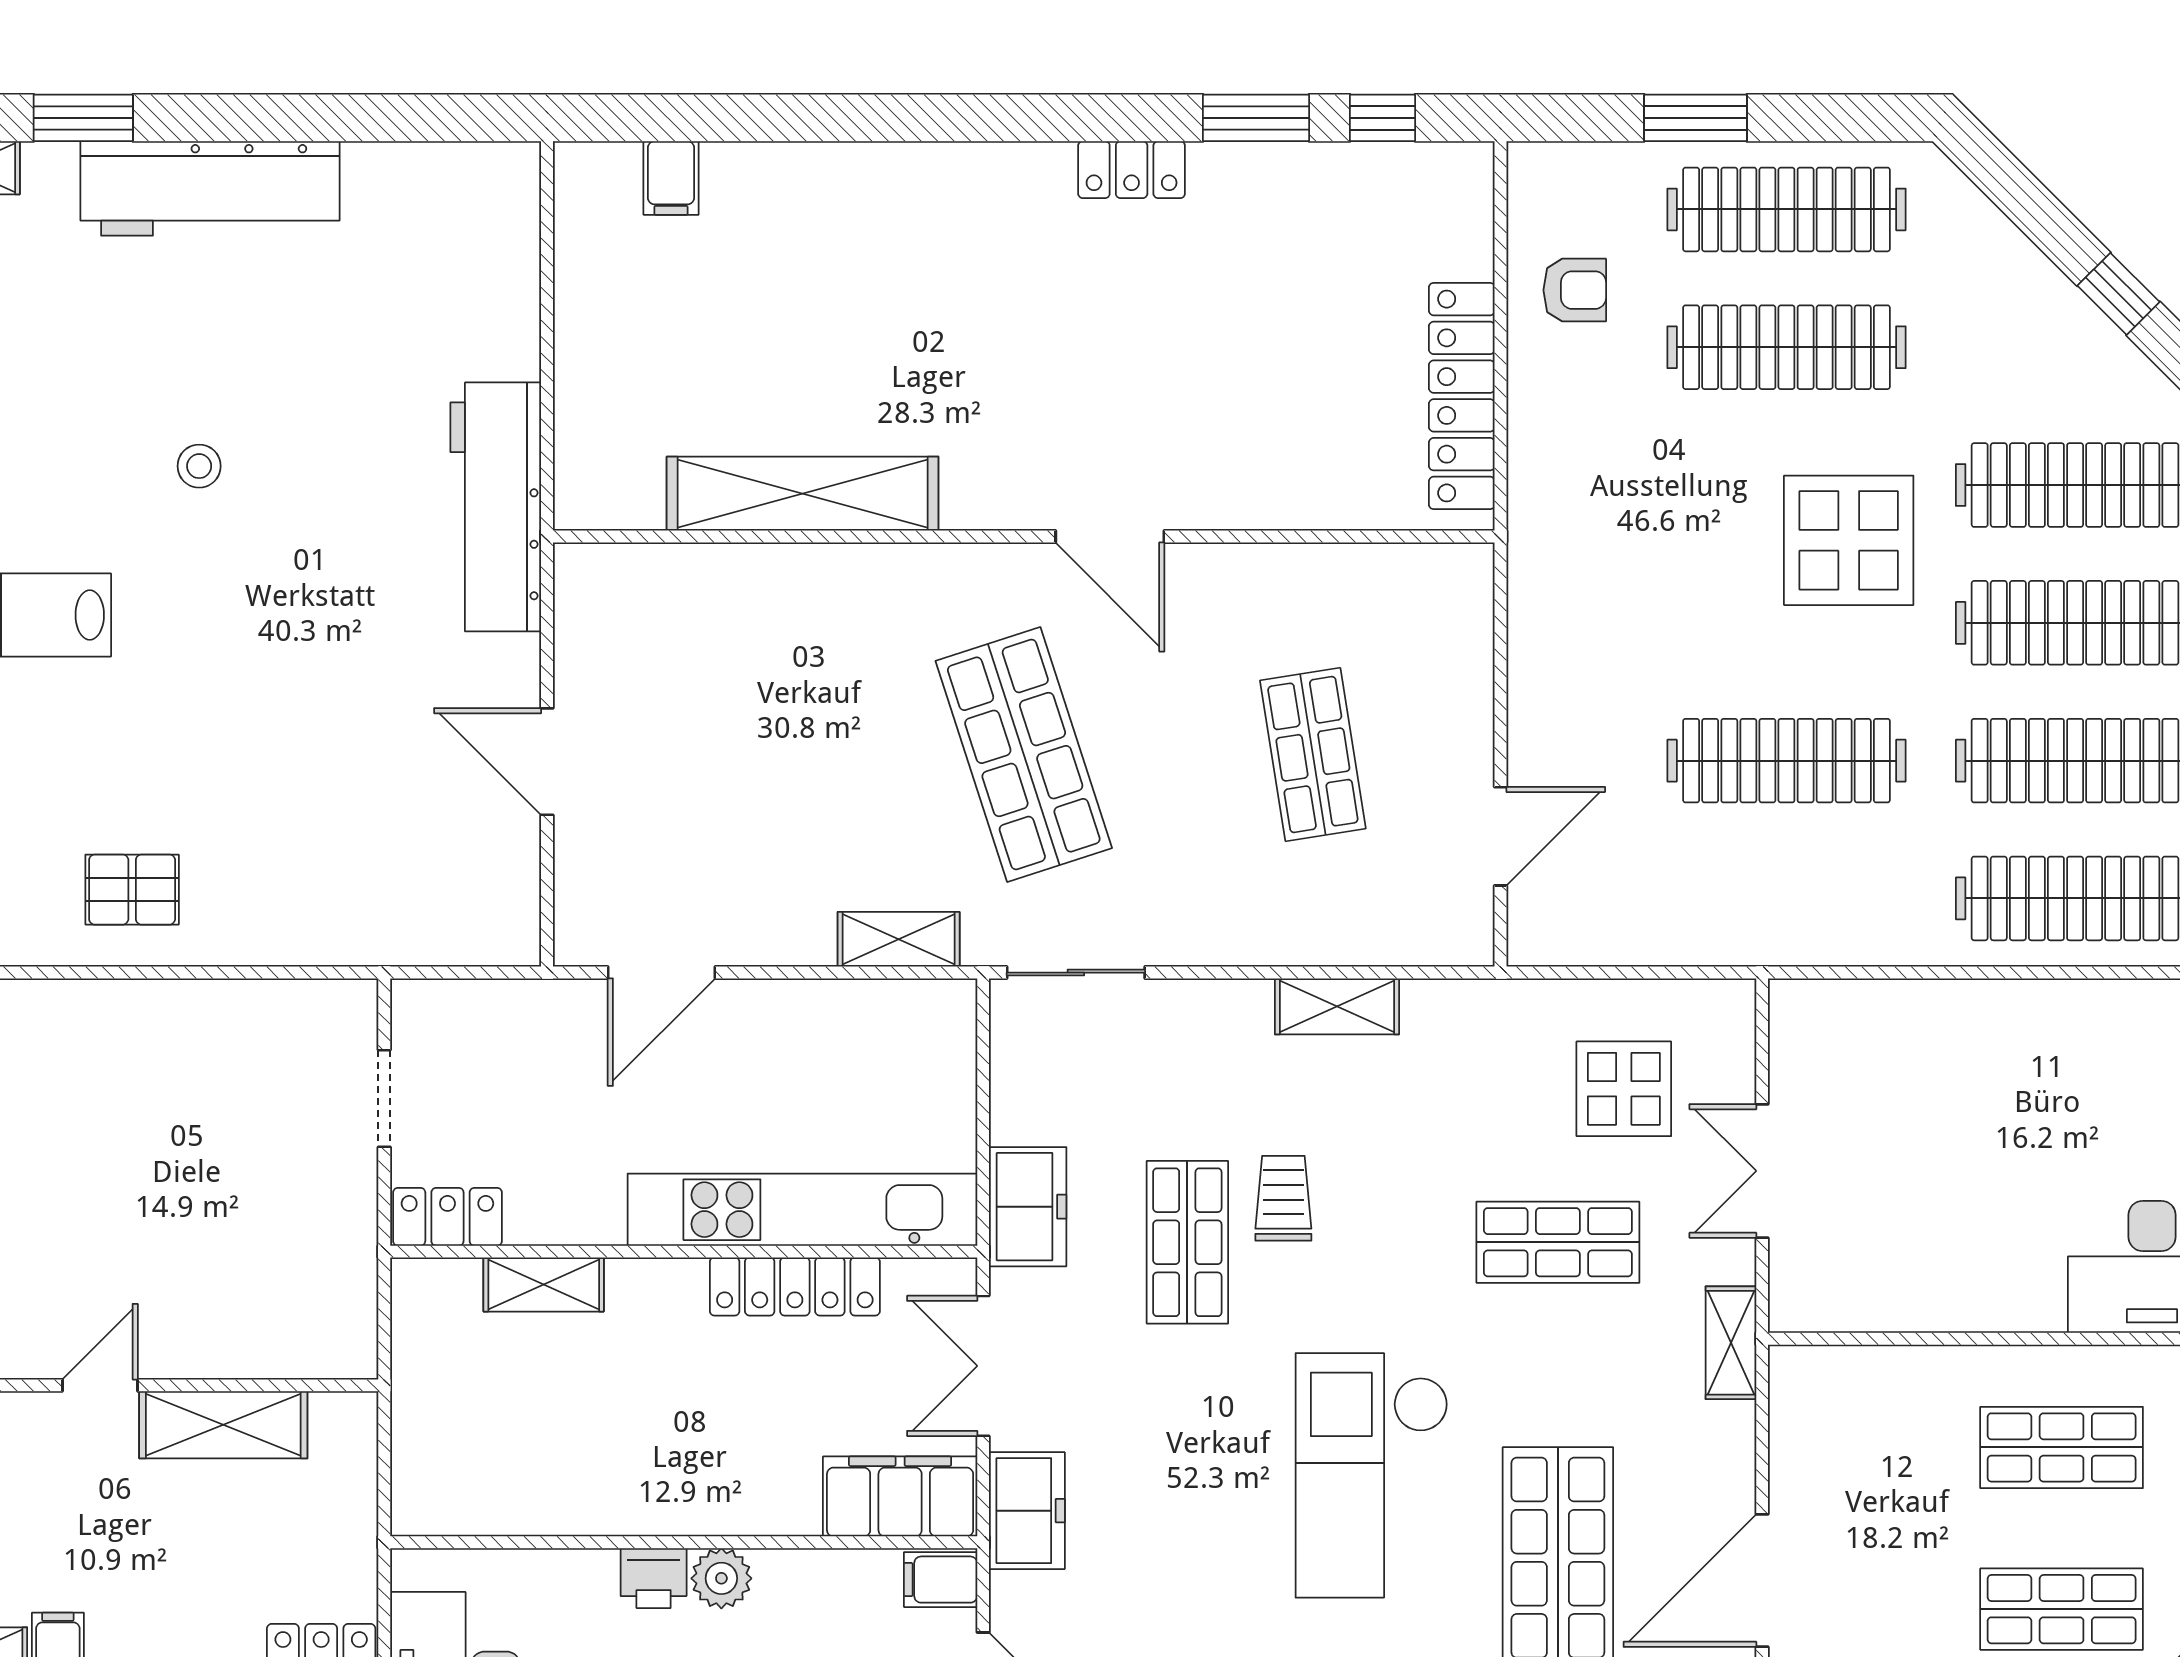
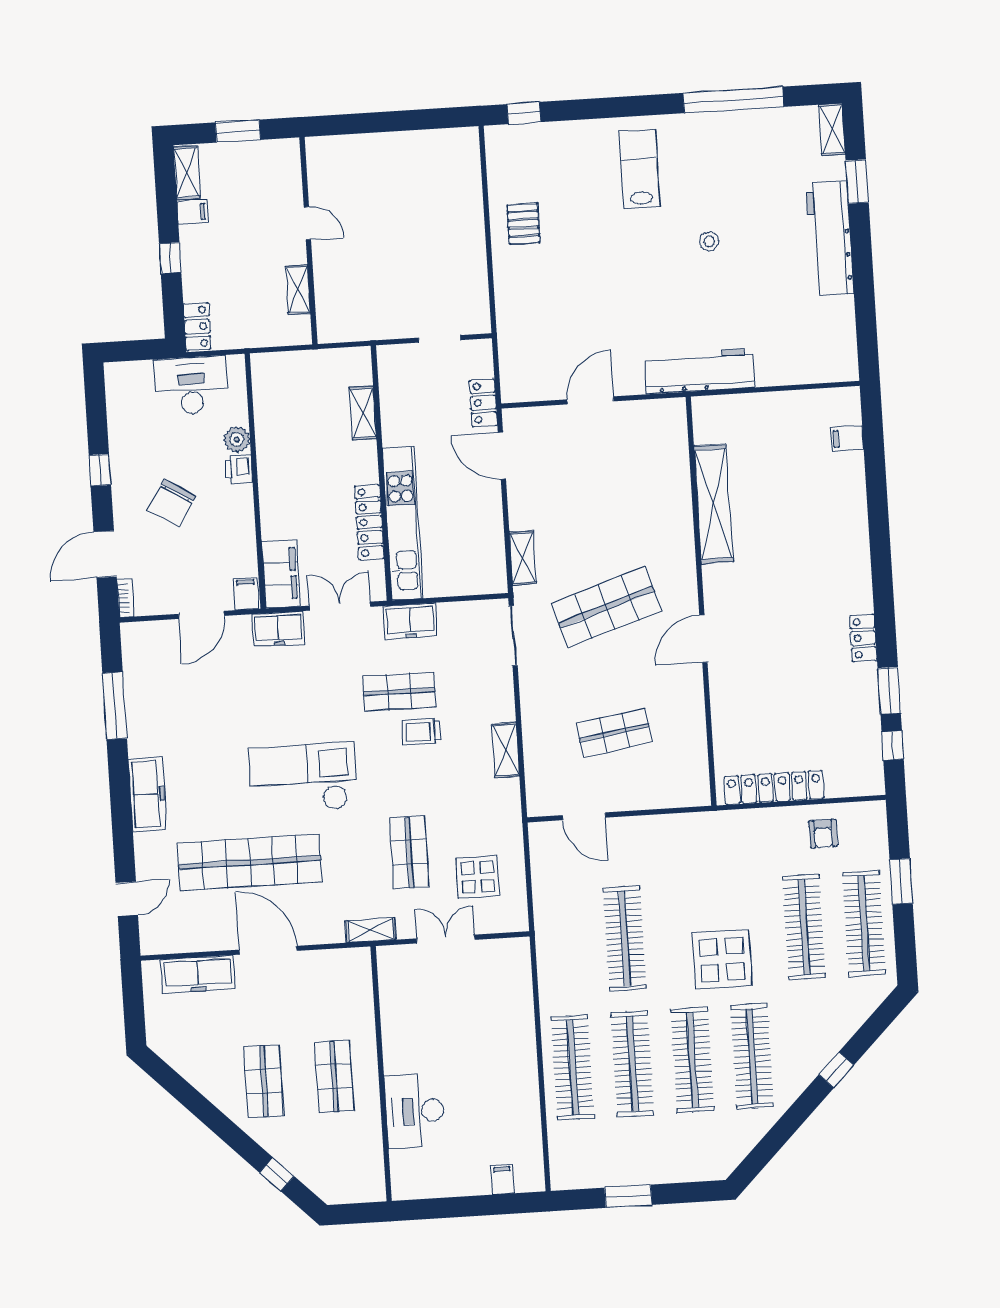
trolley: (1283, 1198) -> (421, 732), turned 180
locker: (447, 1217) -> (483, 403), moved, turned 180
shelving: (223, 1425) -> (298, 290), width x0.67, depth x0.75
plant: (721, 1578) -> (237, 439), moved

